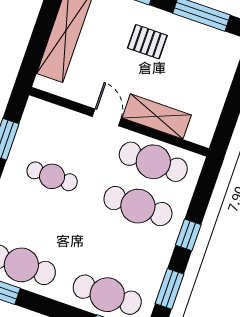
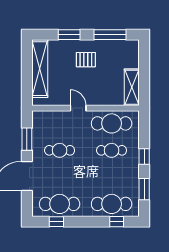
shelving: (157, 116) -> (132, 87), moved, turned 90
cafe table: (138, 206) -> (112, 150), width x0.73, depth x0.74

